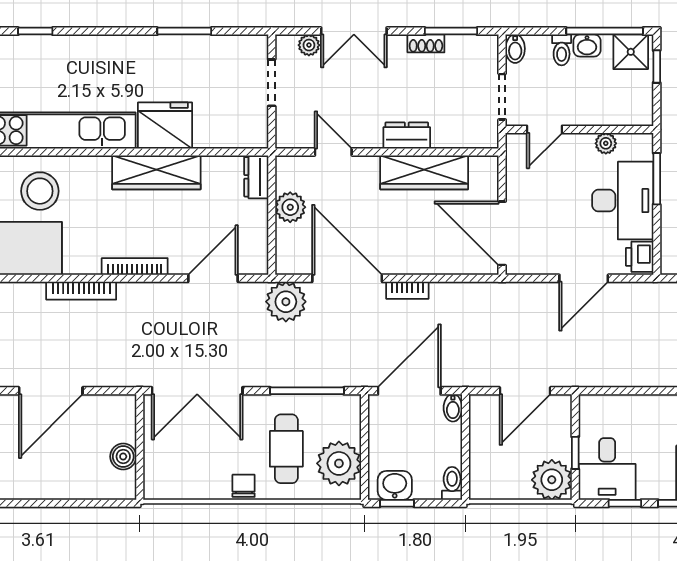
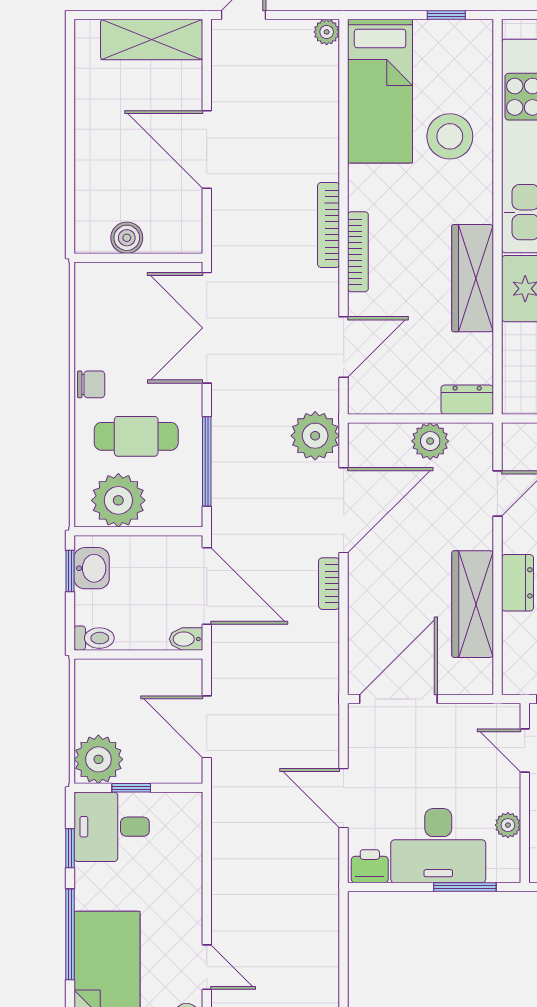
door: (213, 278) -> (344, 347), hinge flipped
bookcase: (81, 291) -> (329, 225), moved

